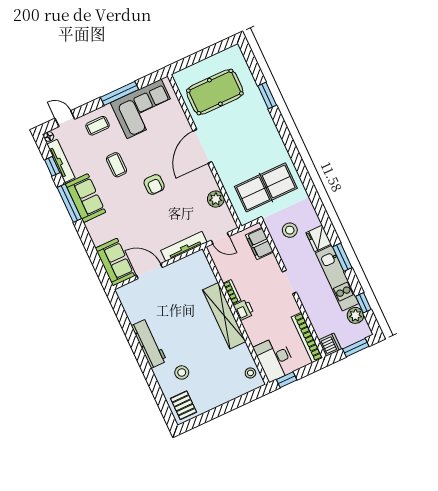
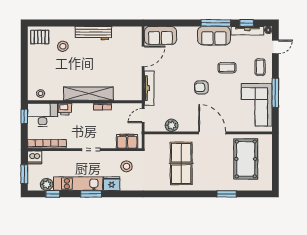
table tennis table: (266, 187) -> (181, 163), moved
printer: (244, 310) -> (65, 109), moved

